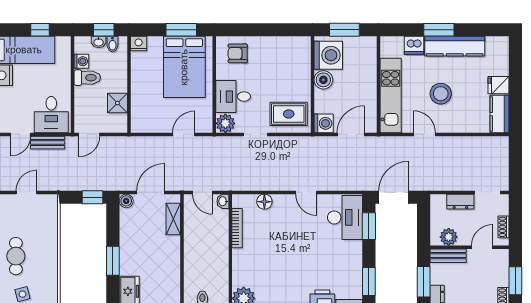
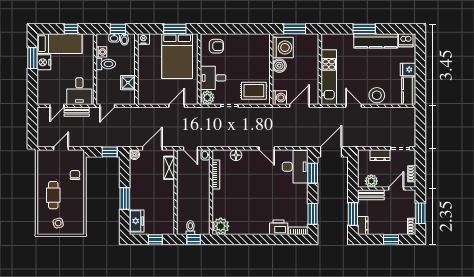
dishwasher: (414, 45) -> (406, 40), moved
armchair: (238, 53) -> (216, 46), turned 180
stool: (441, 94) -> (377, 95), moved
chair: (45, 229) -> (75, 175), added

